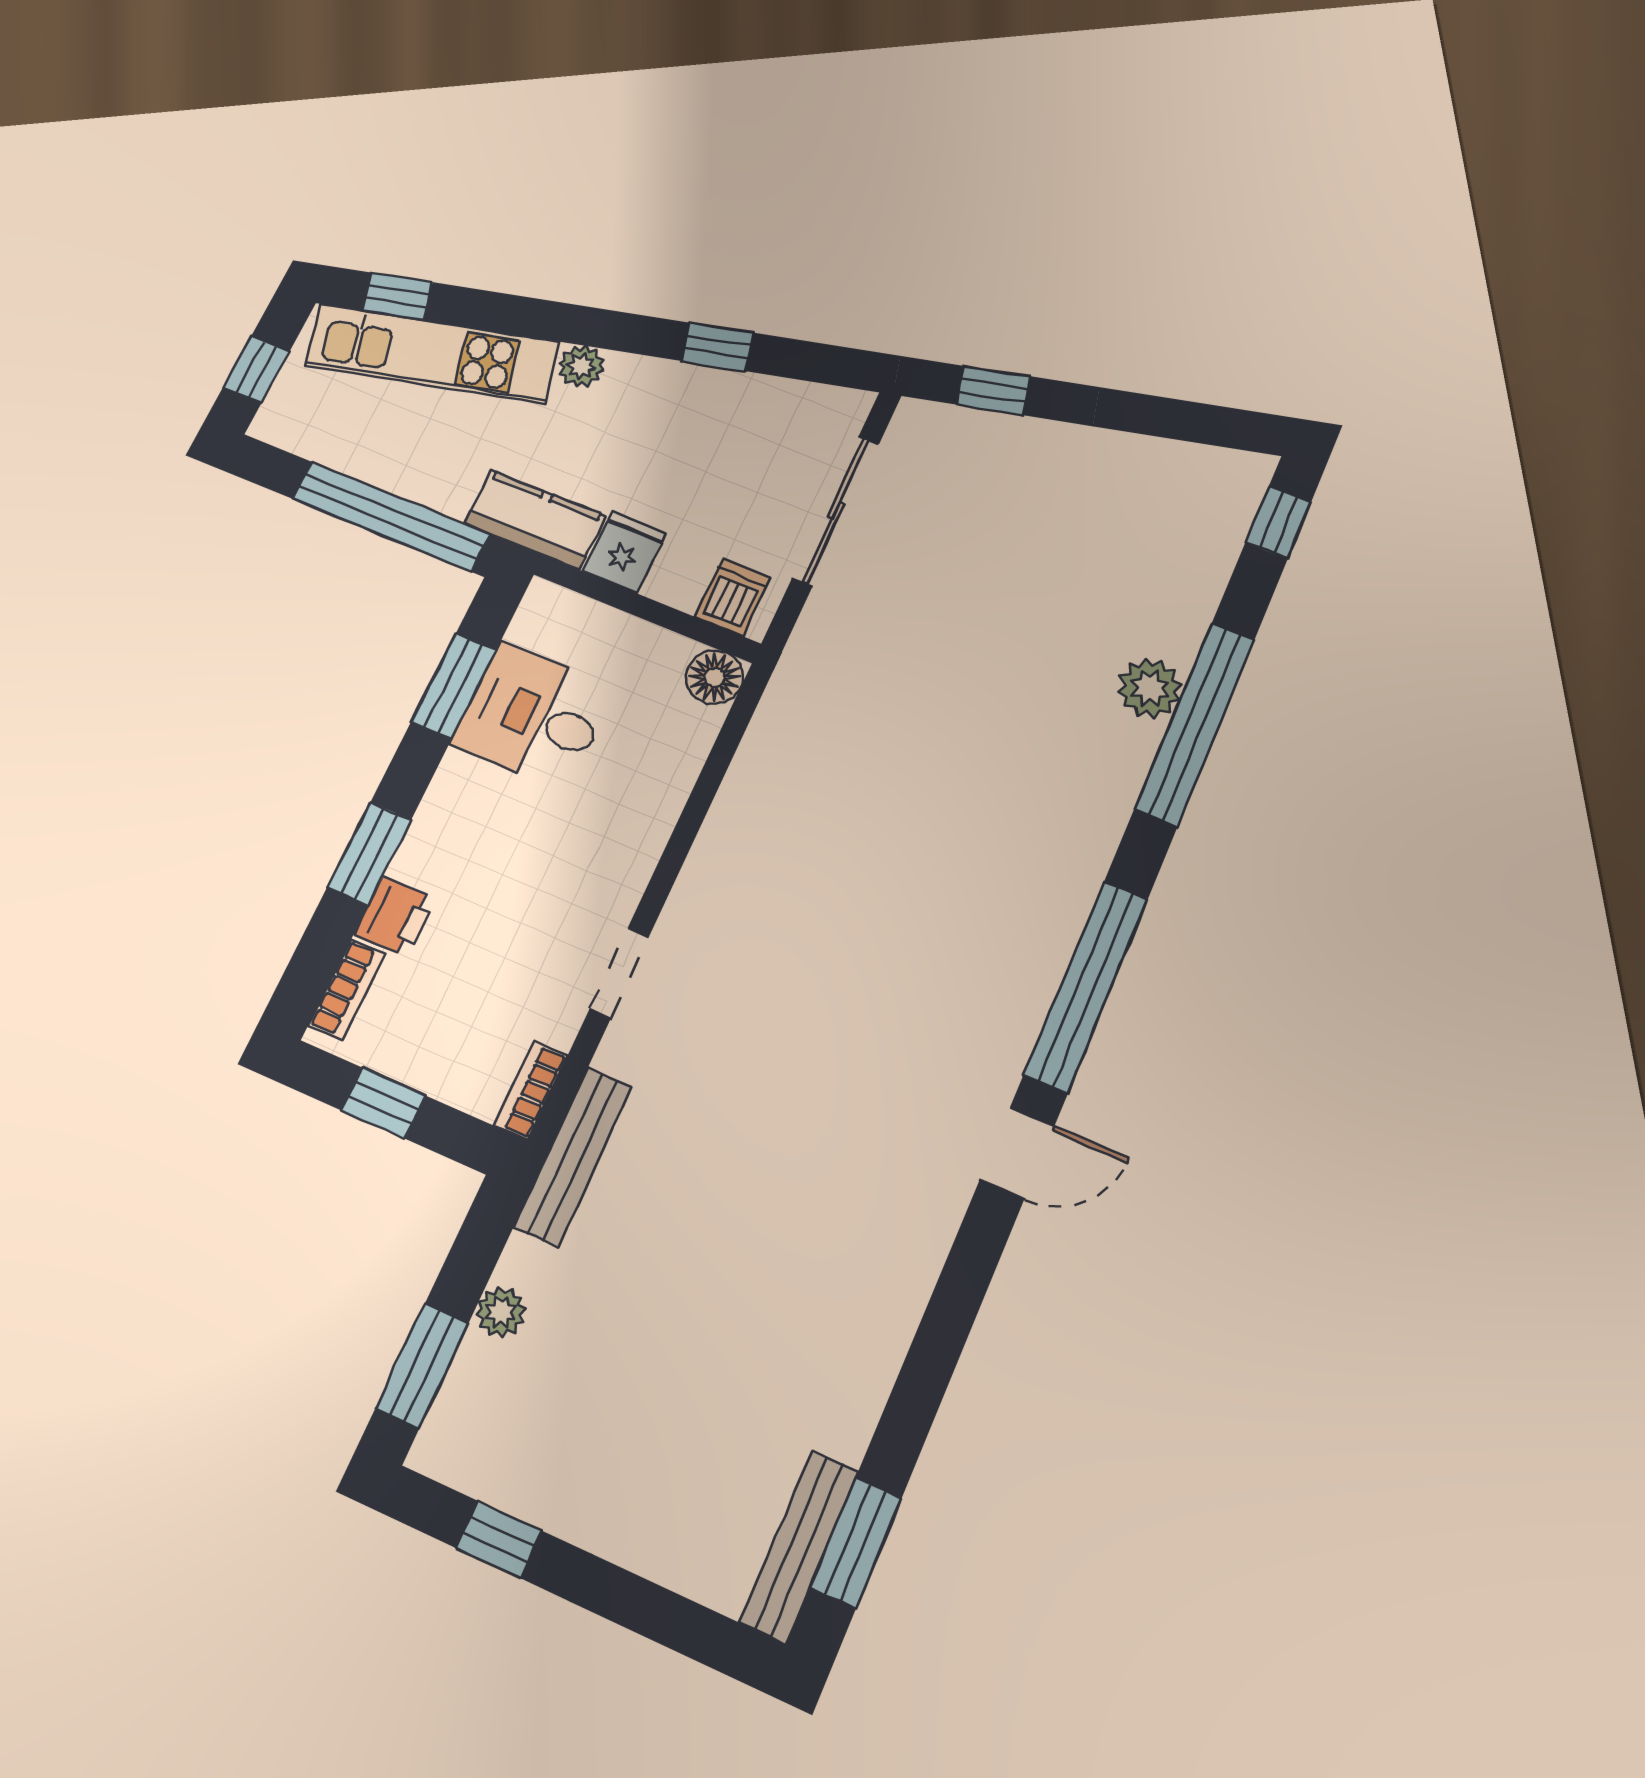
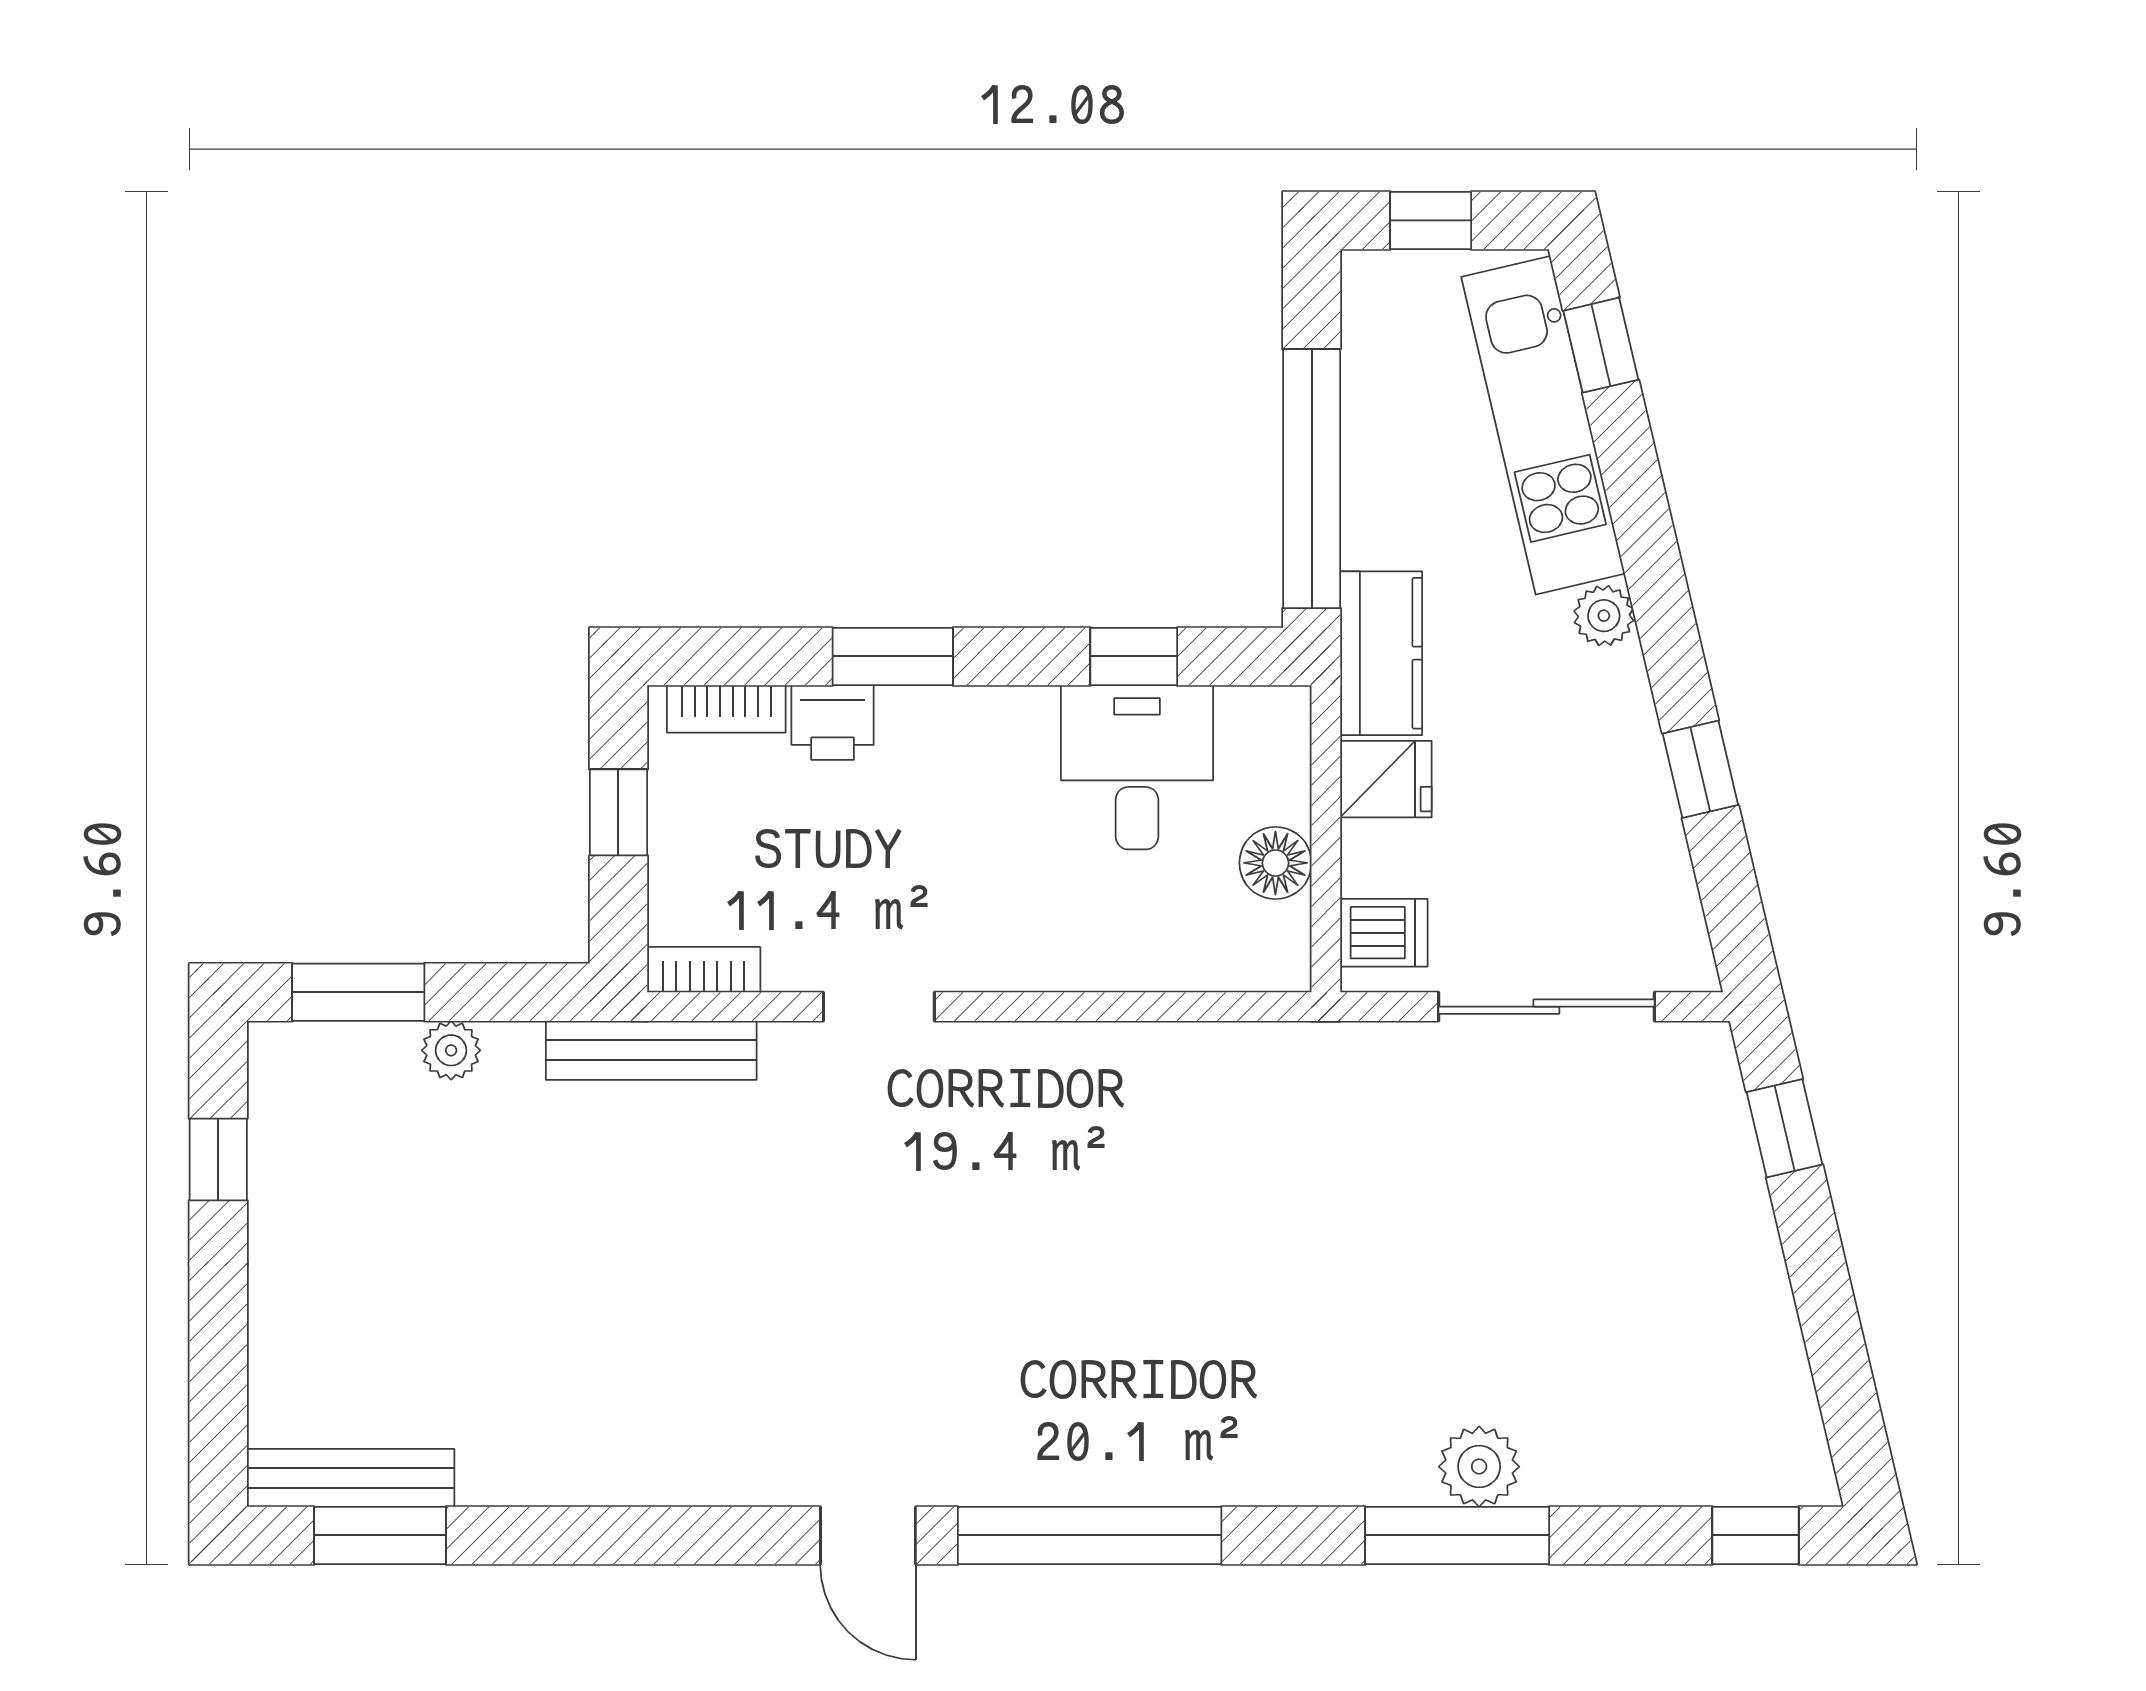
floor lamp: (714, 677) -> (1275, 863), moved
window: (454, 686) -> (1134, 656), width x0.67
window: (1195, 724) -> (1457, 1535), width x0.68

